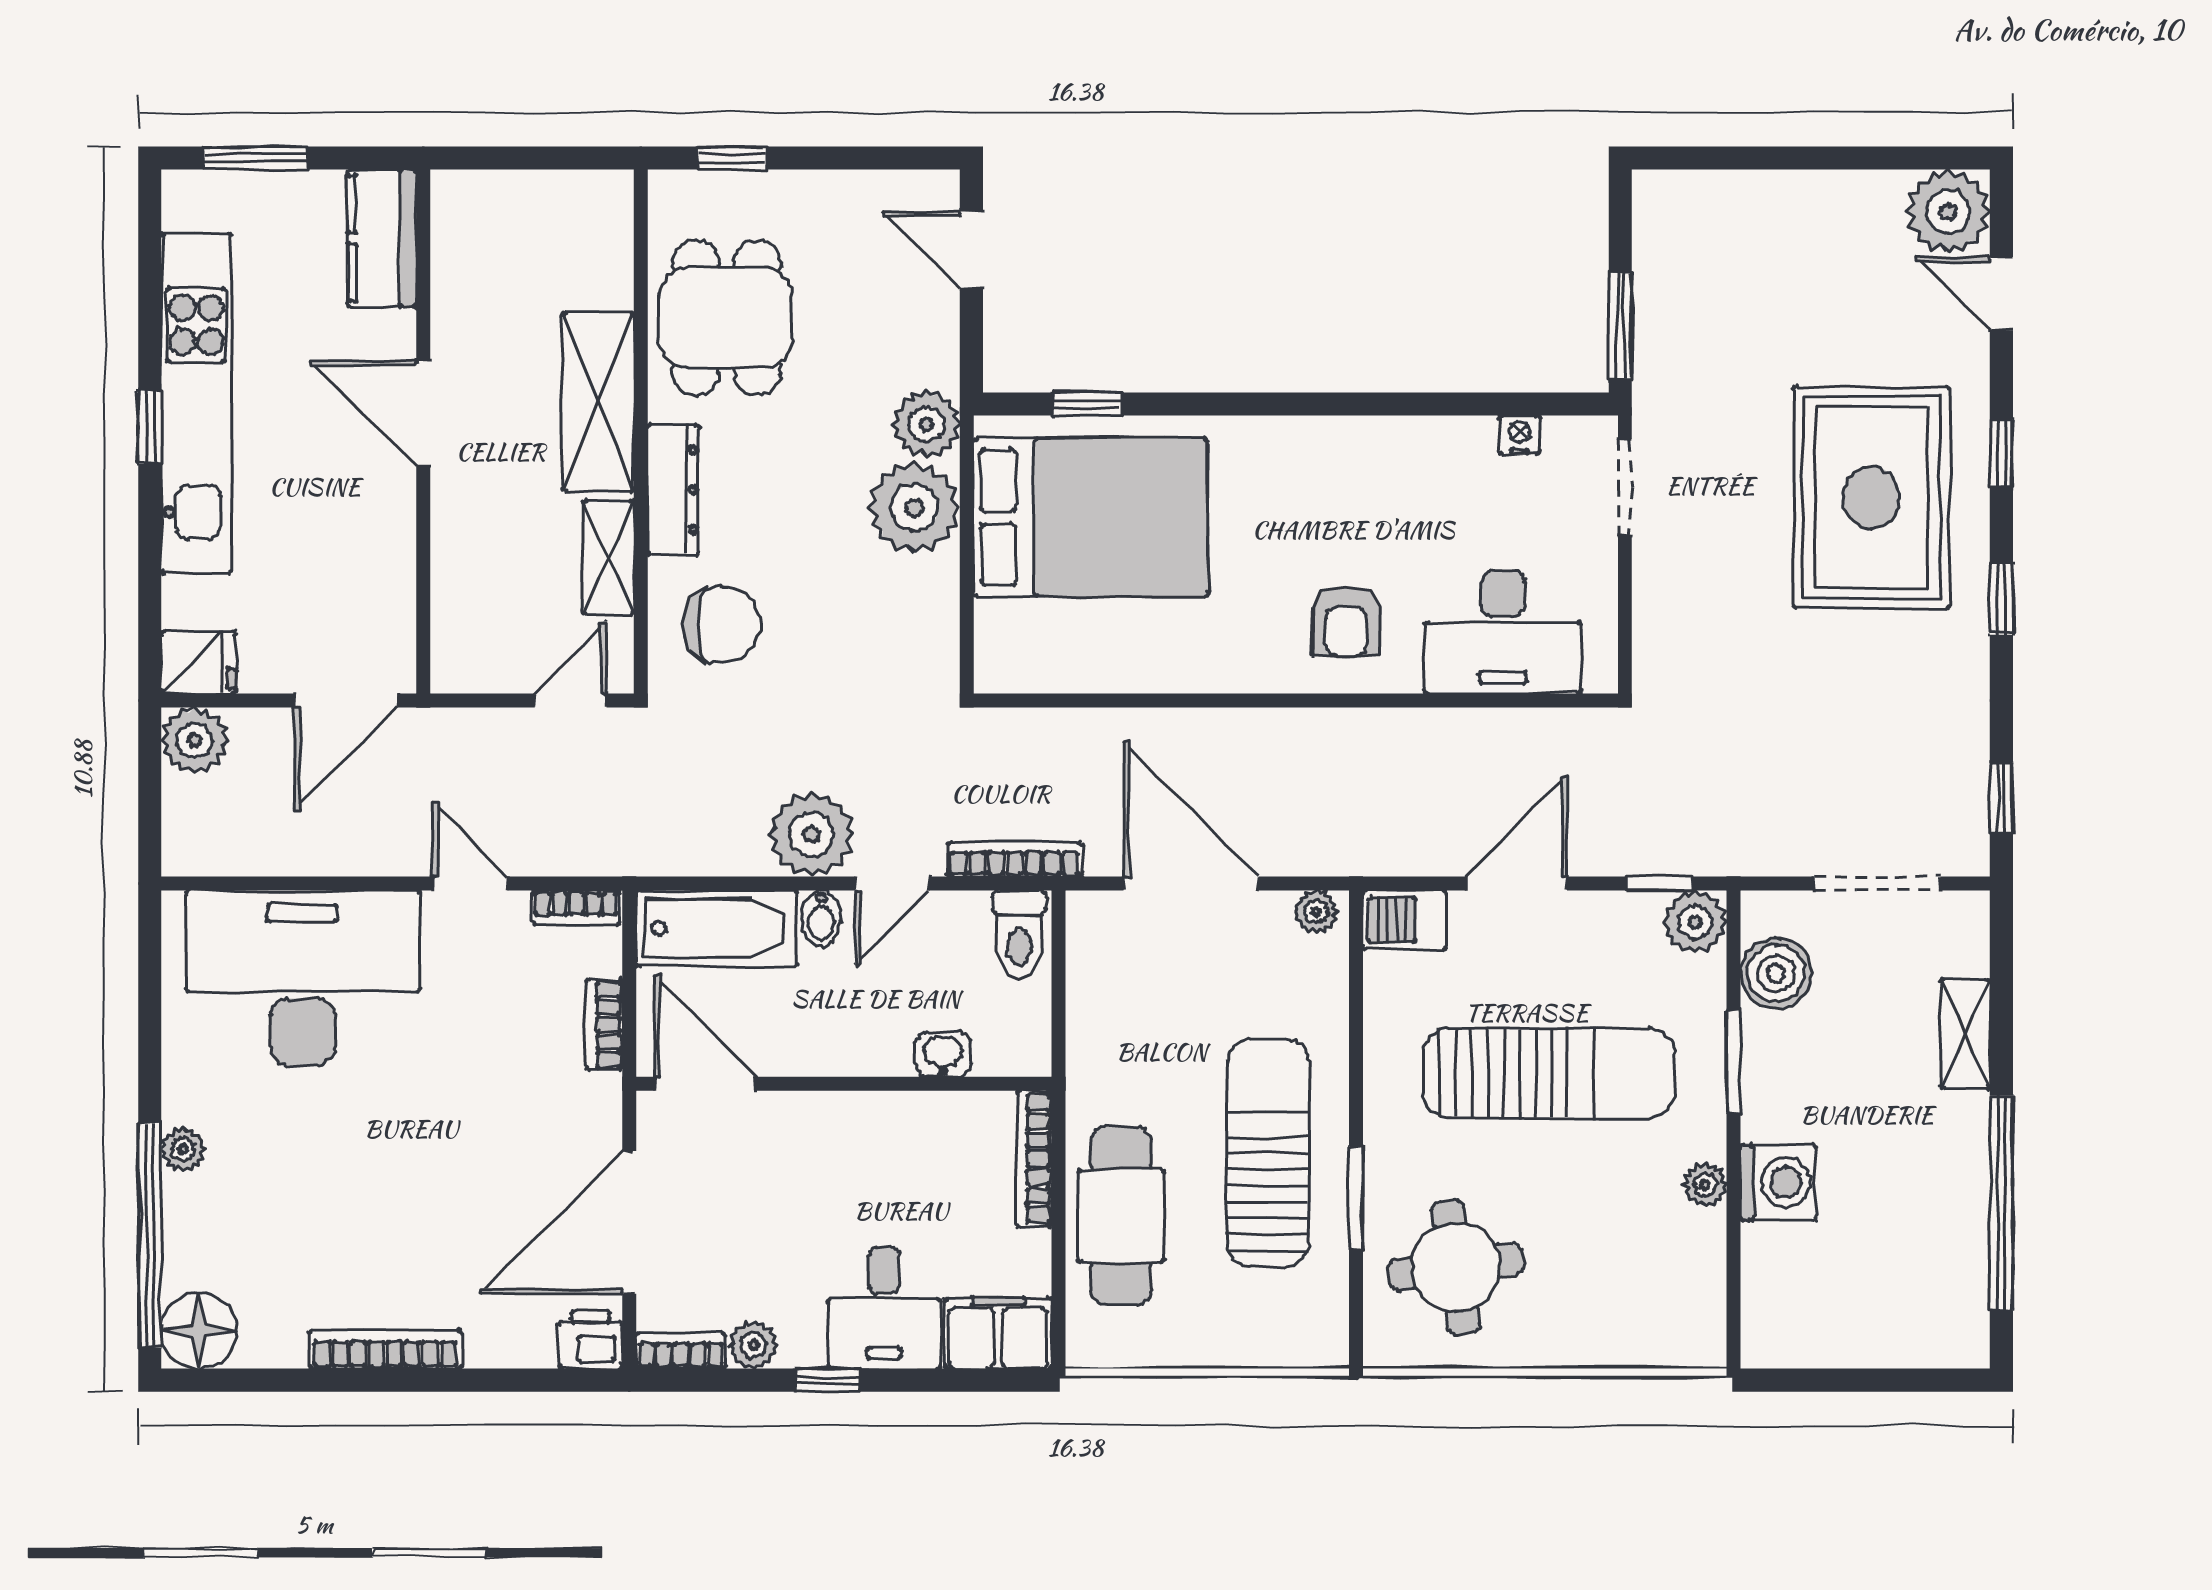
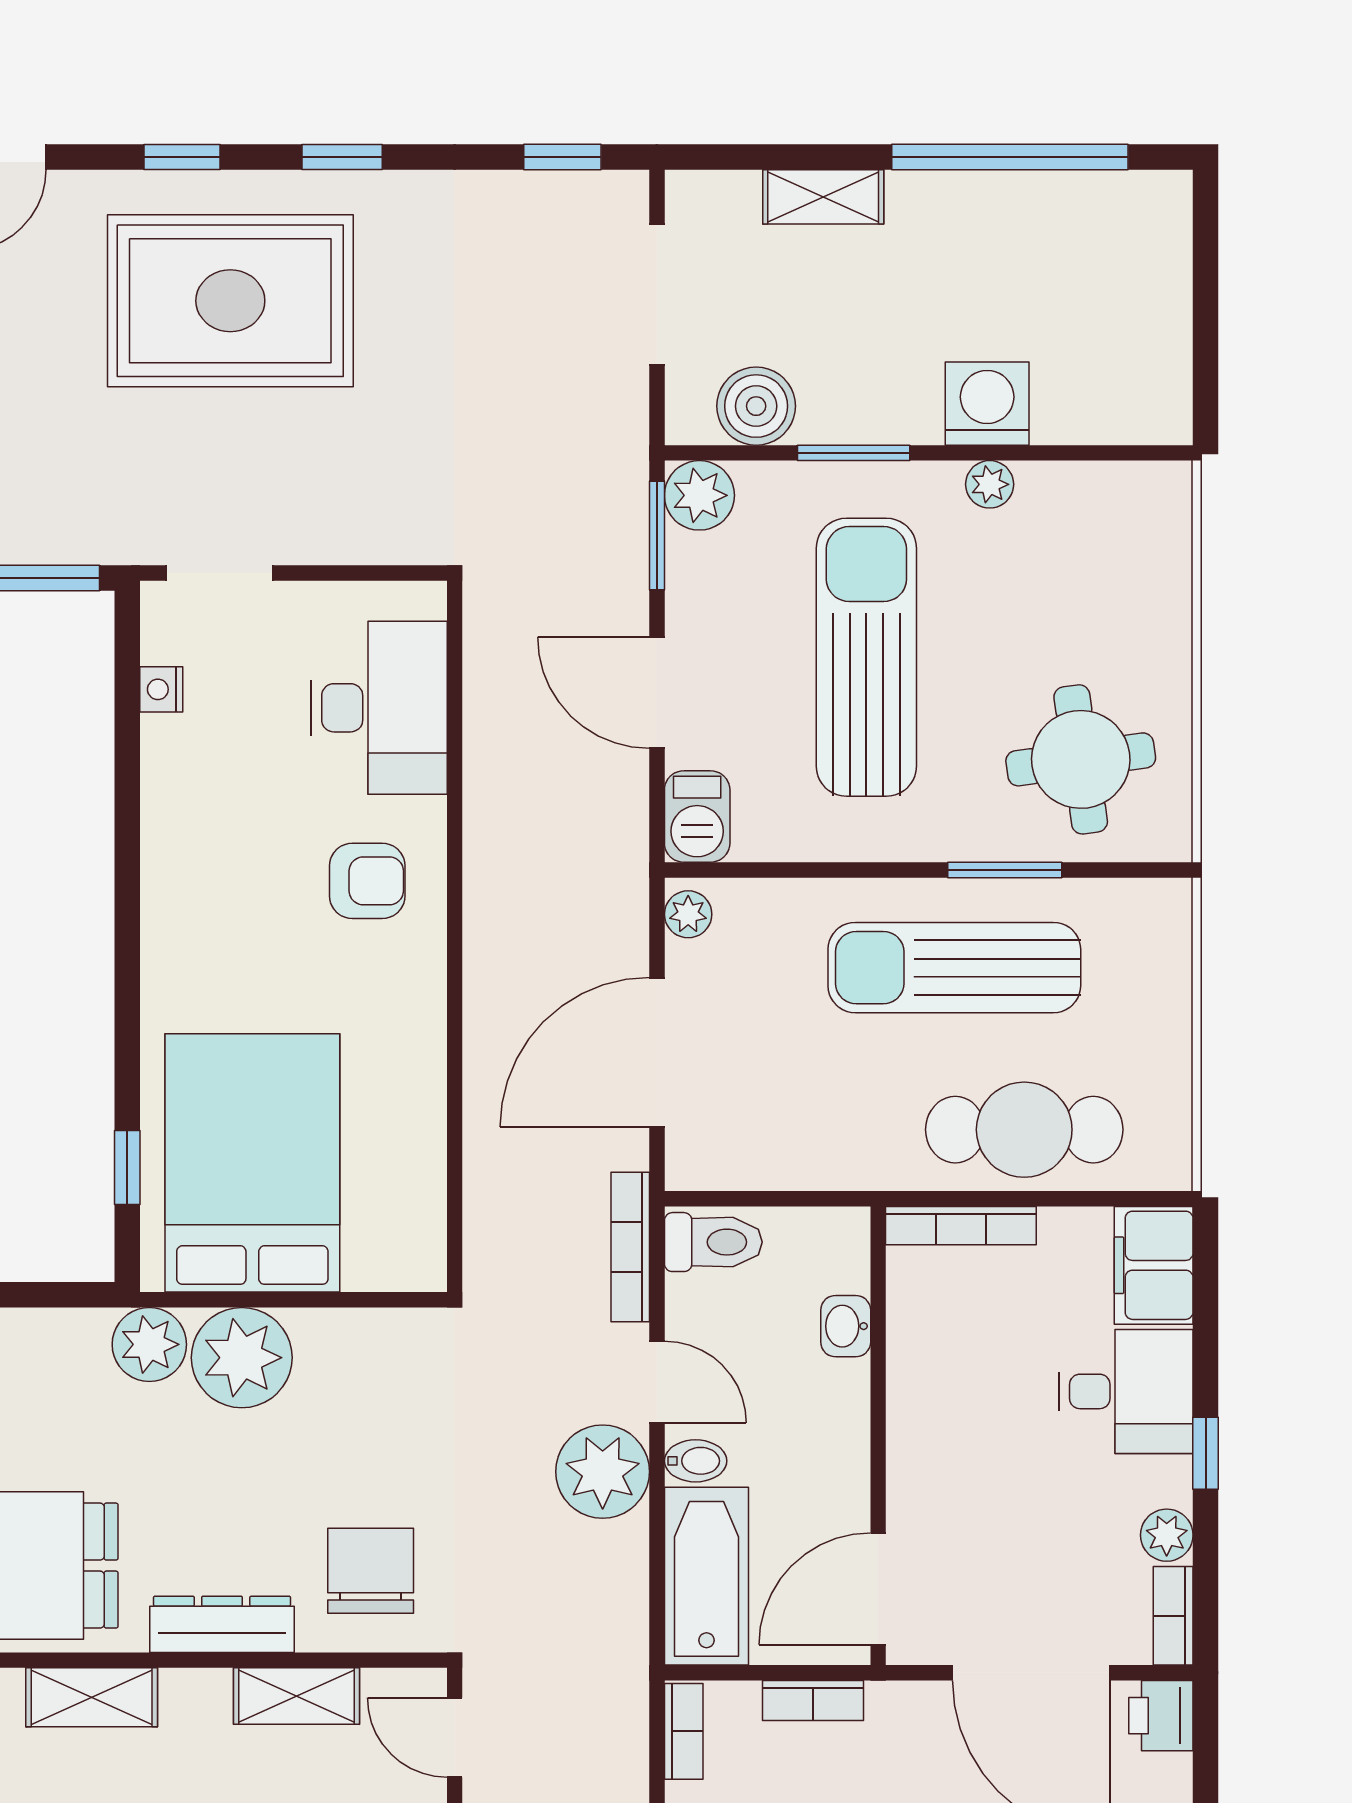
shelving: (598, 402) -> (92, 1697), width x0.67, depth x0.75
window: (1659, 884) -> (657, 536), width x1.50

